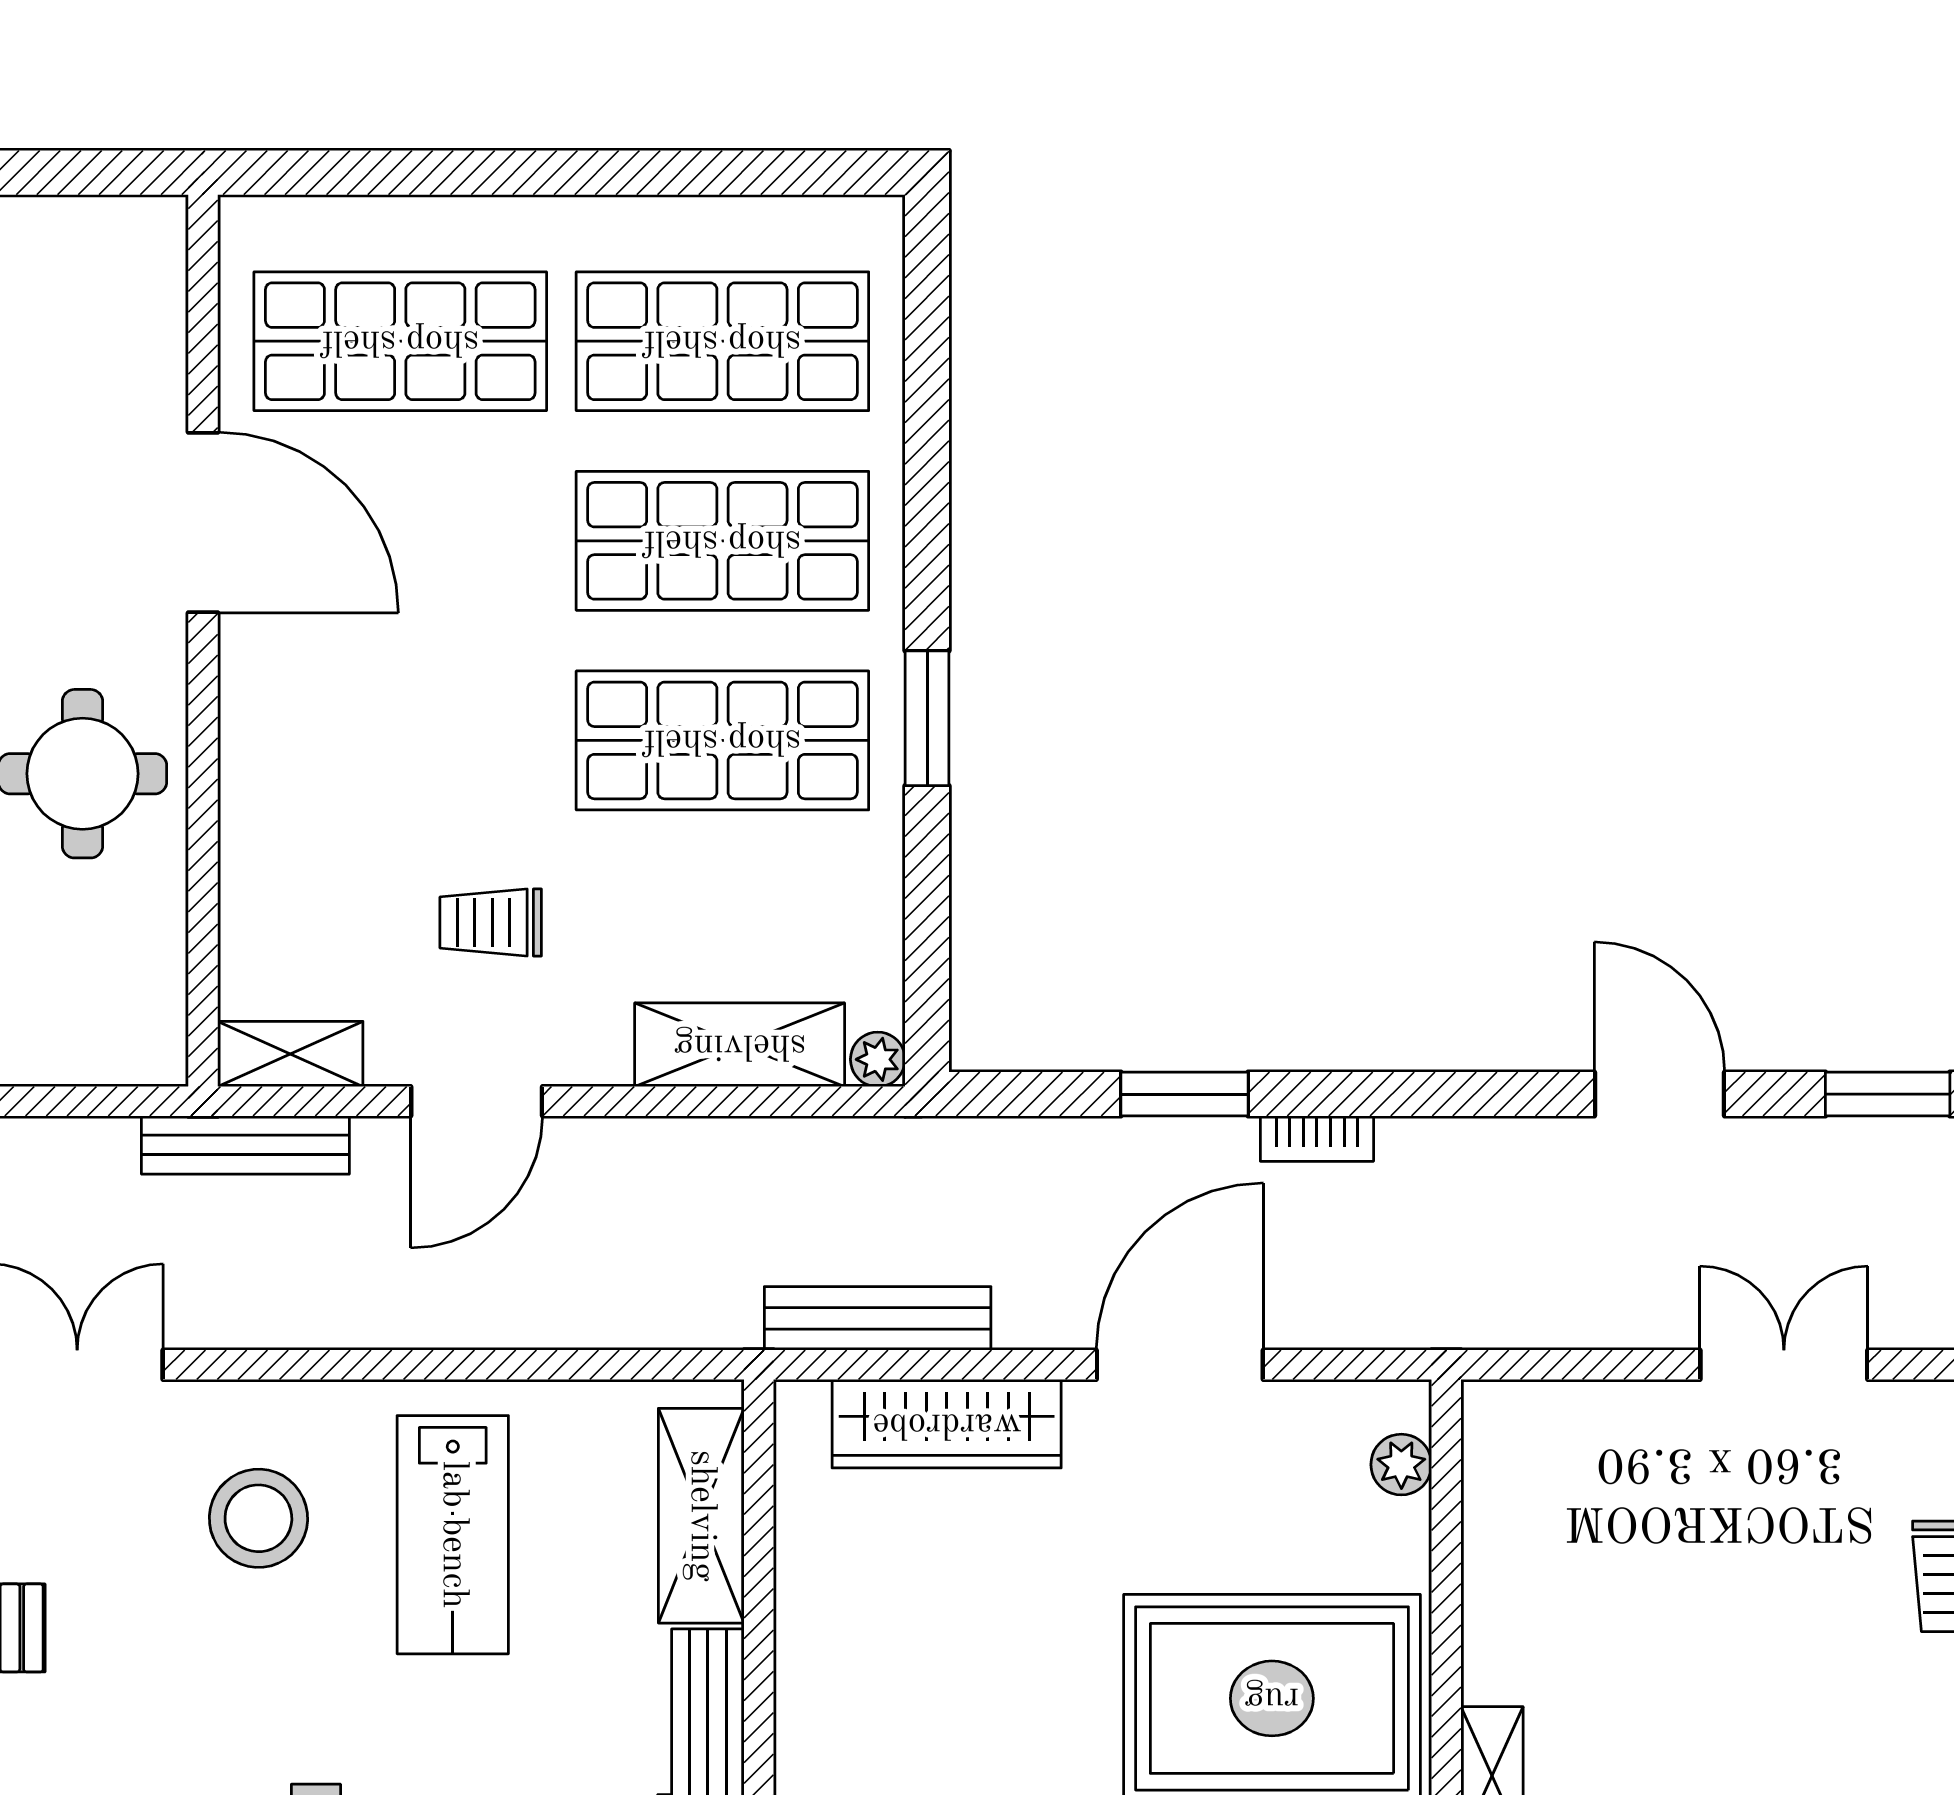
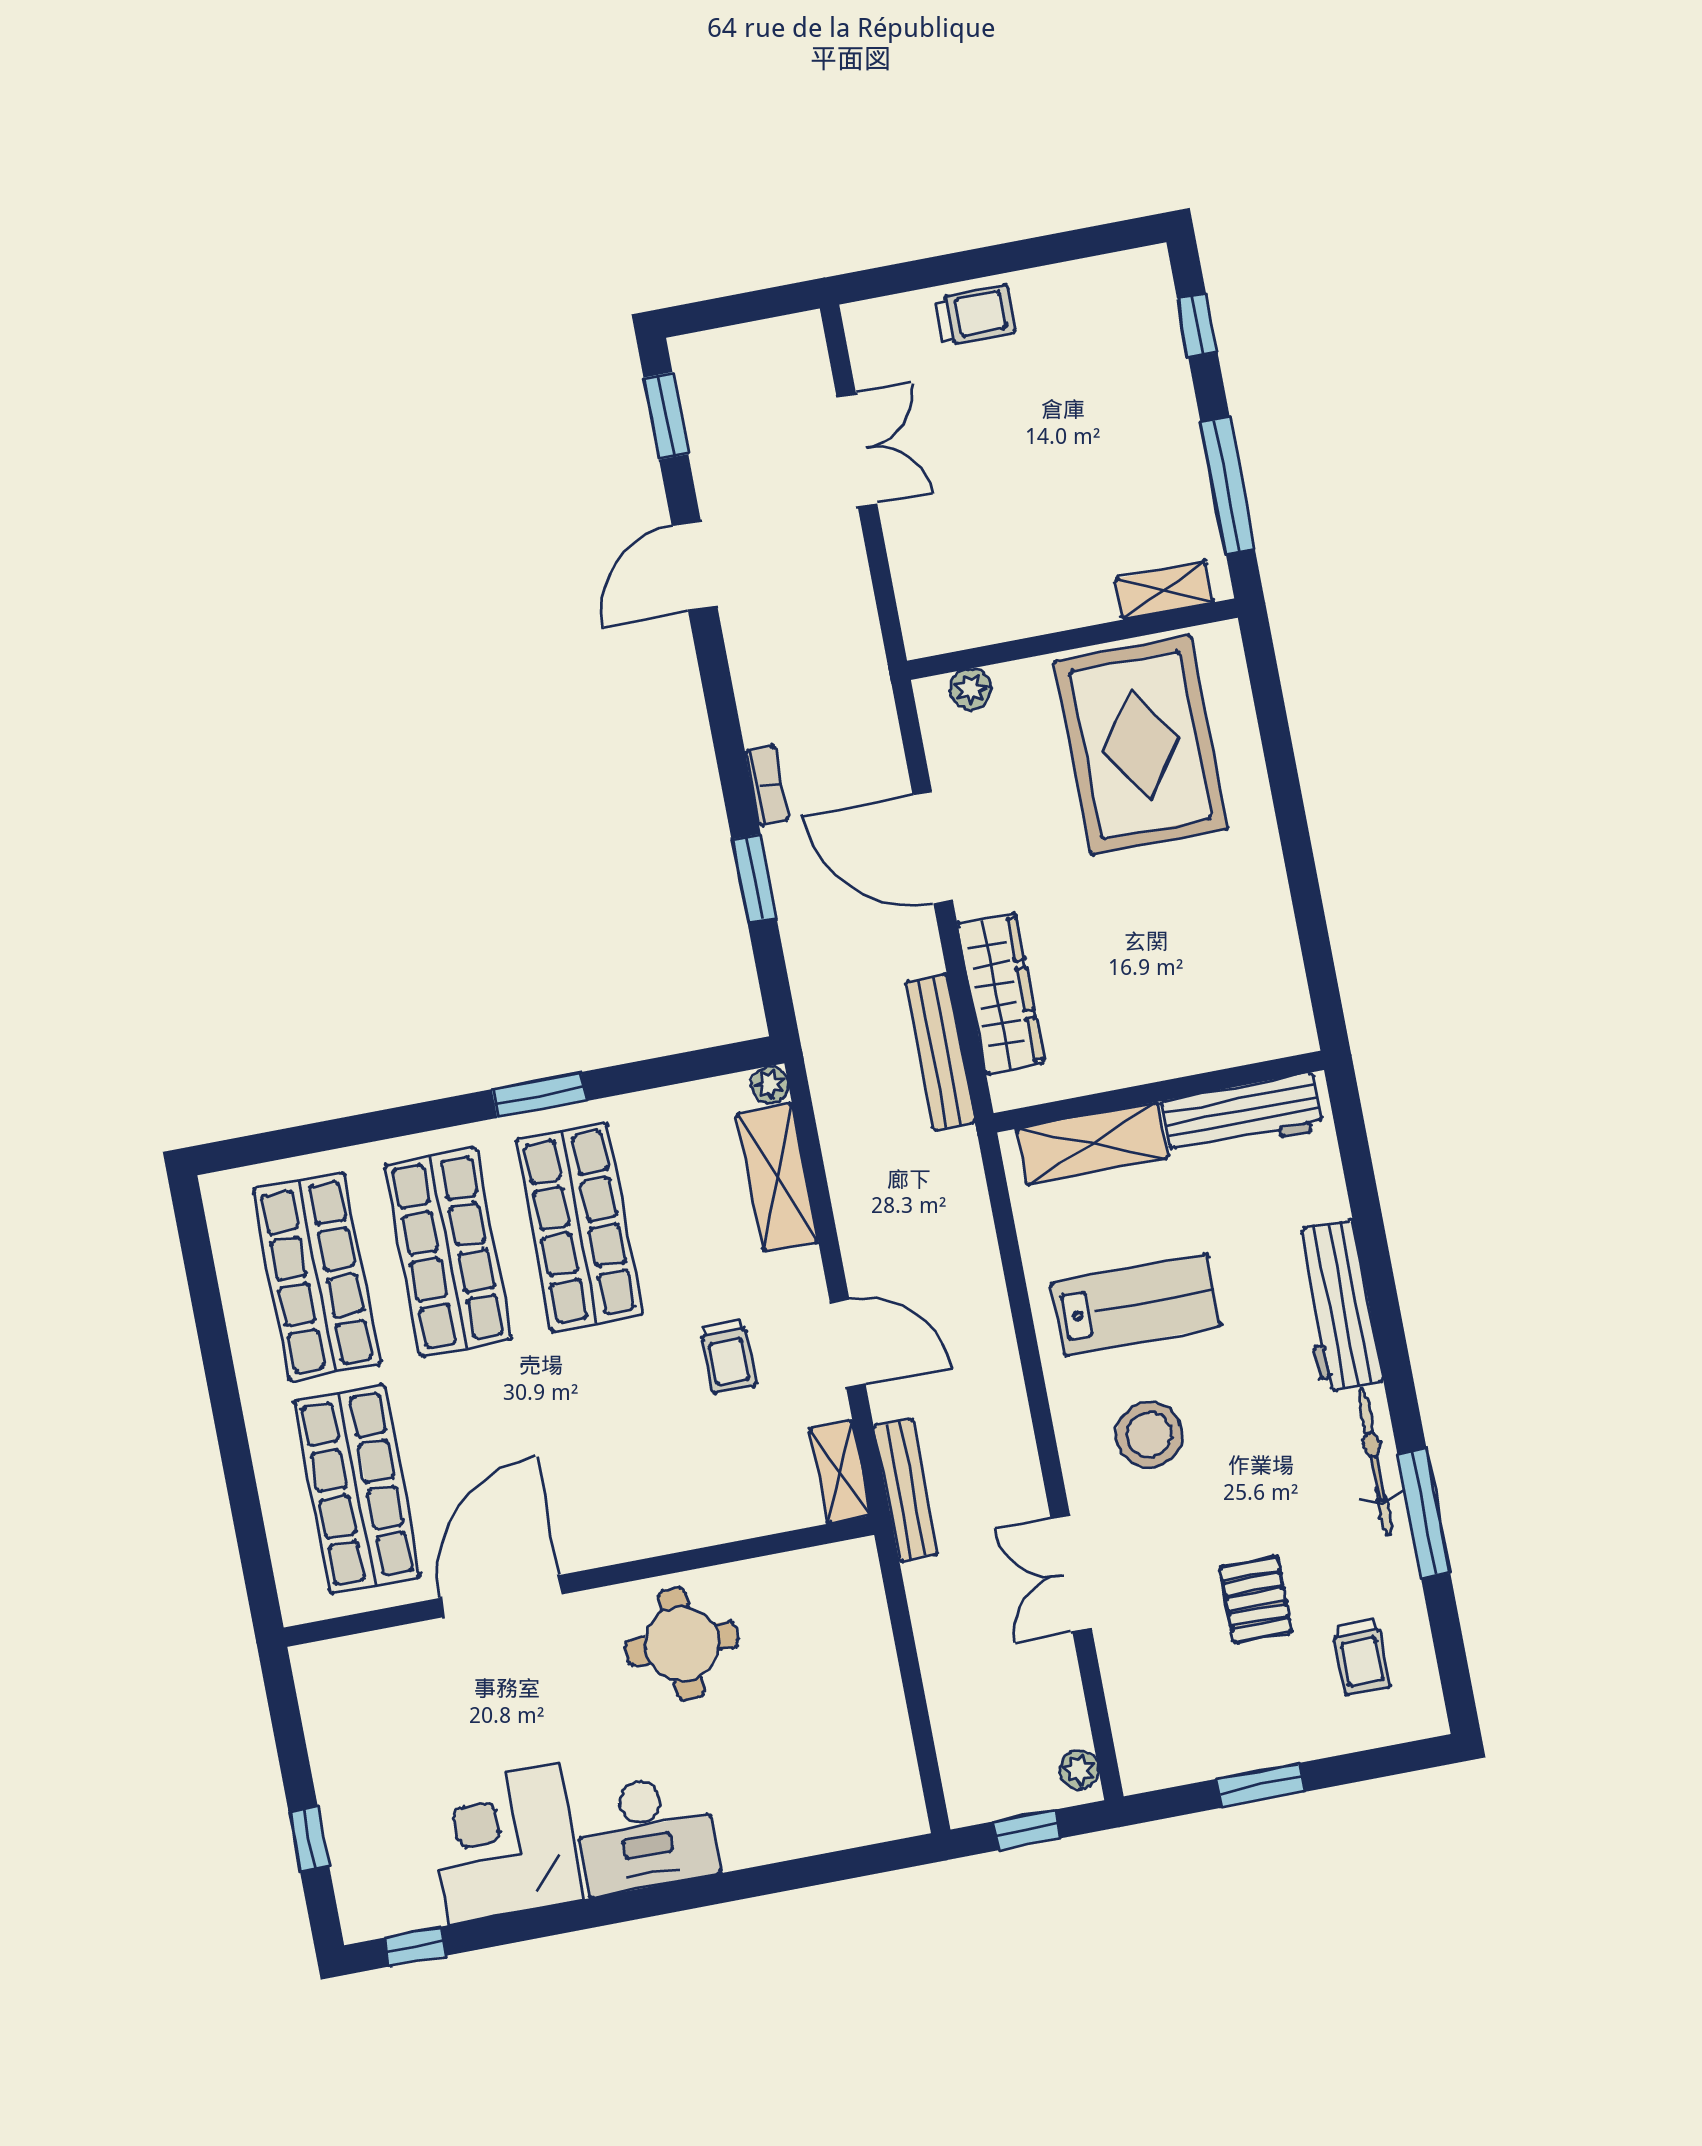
double door: (1784, 1365) -> (857, 450), swing flipped

